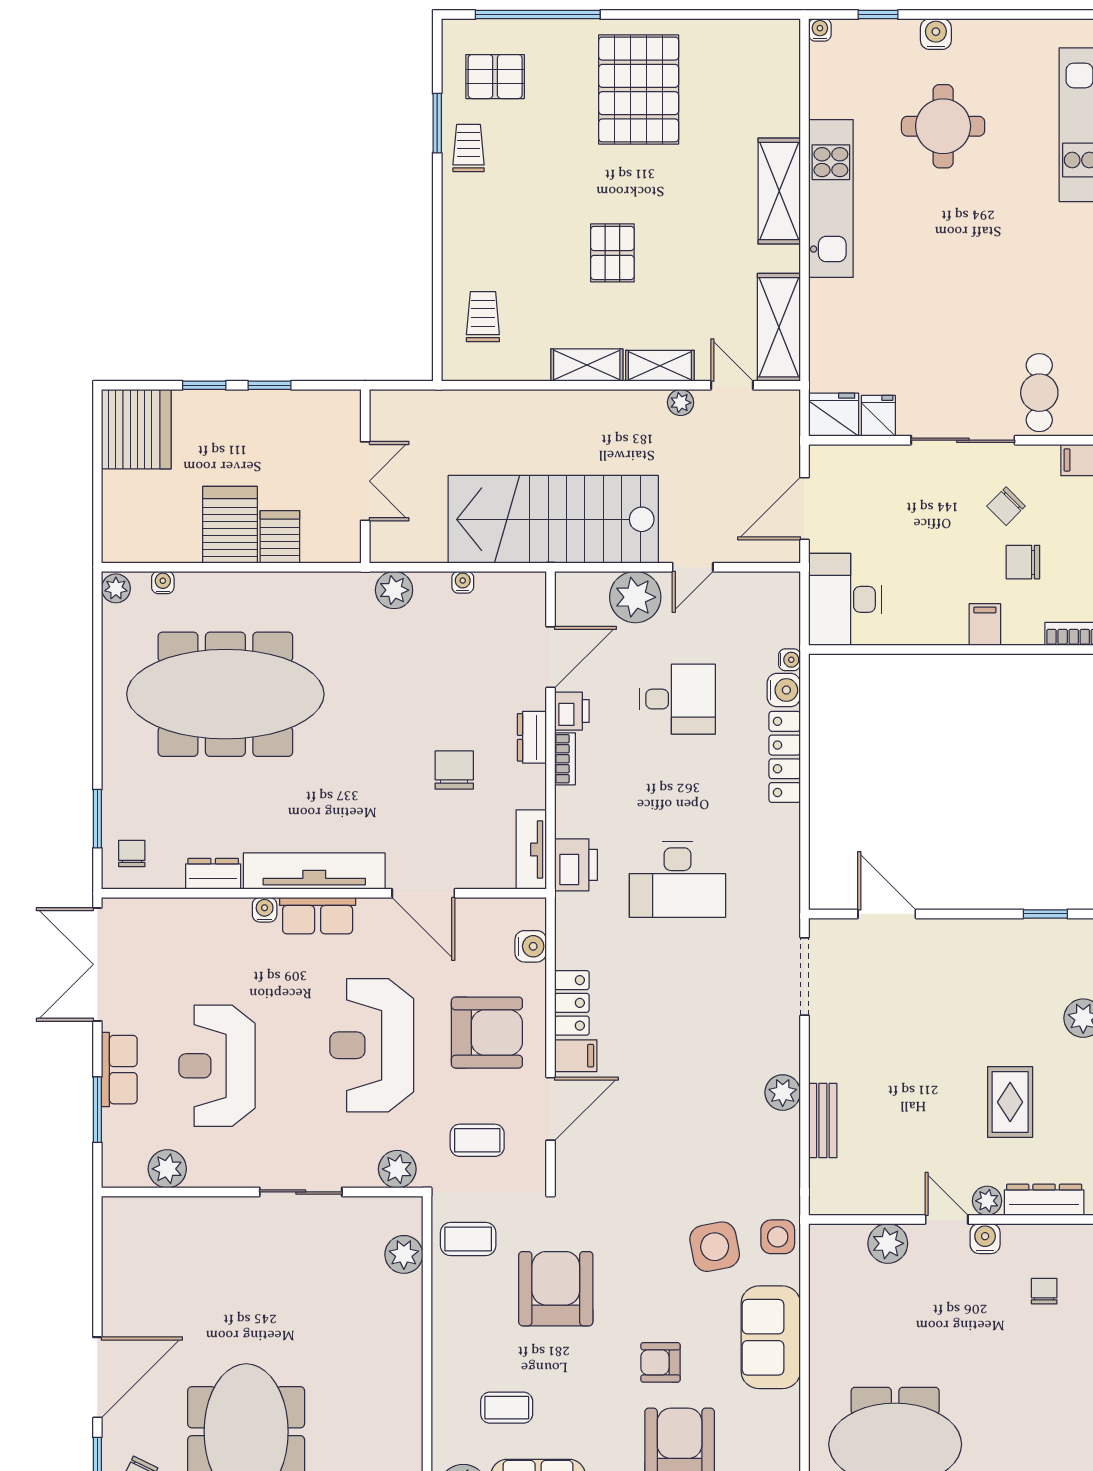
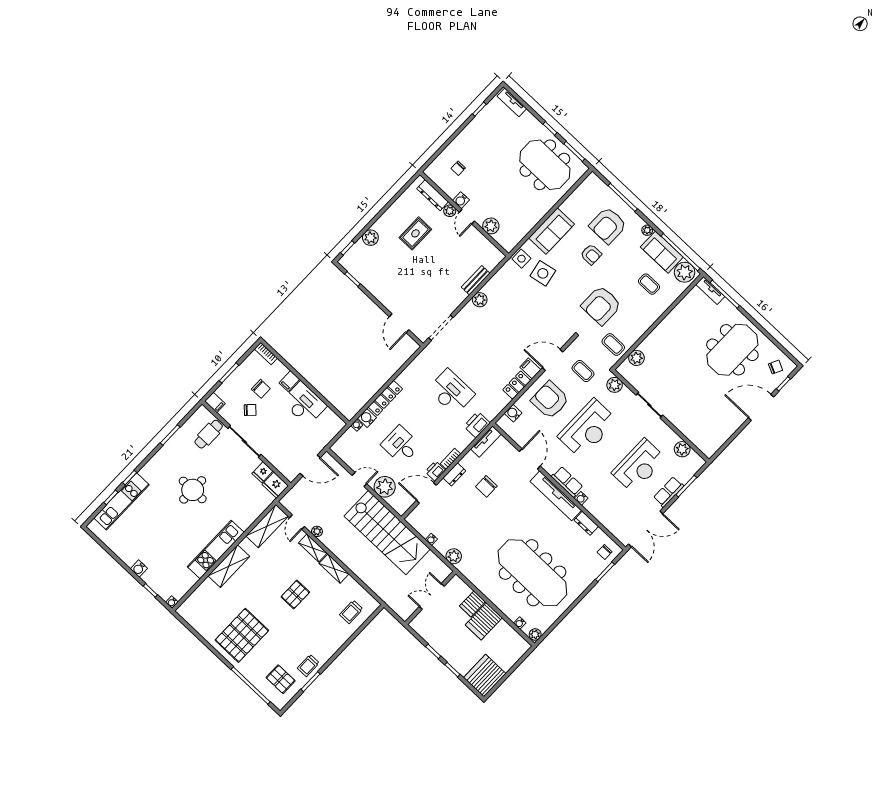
round table: (943, 126) -> (193, 490), moved
desk: (845, 599) -> (304, 404), moved, turned -90

